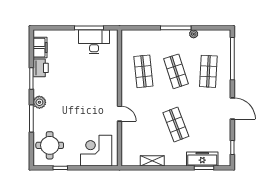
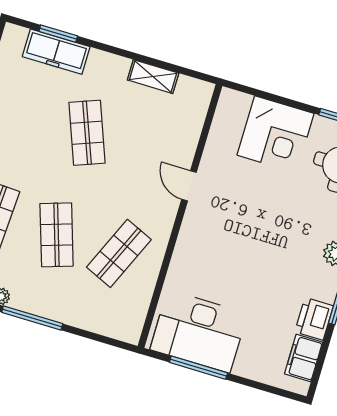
desk: (94, 42) -> (199, 331), width x1.36, depth x1.30
shop shelf: (143, 71) -> (119, 253), turned 30
corner desk: (96, 151) -> (276, 134), moved

